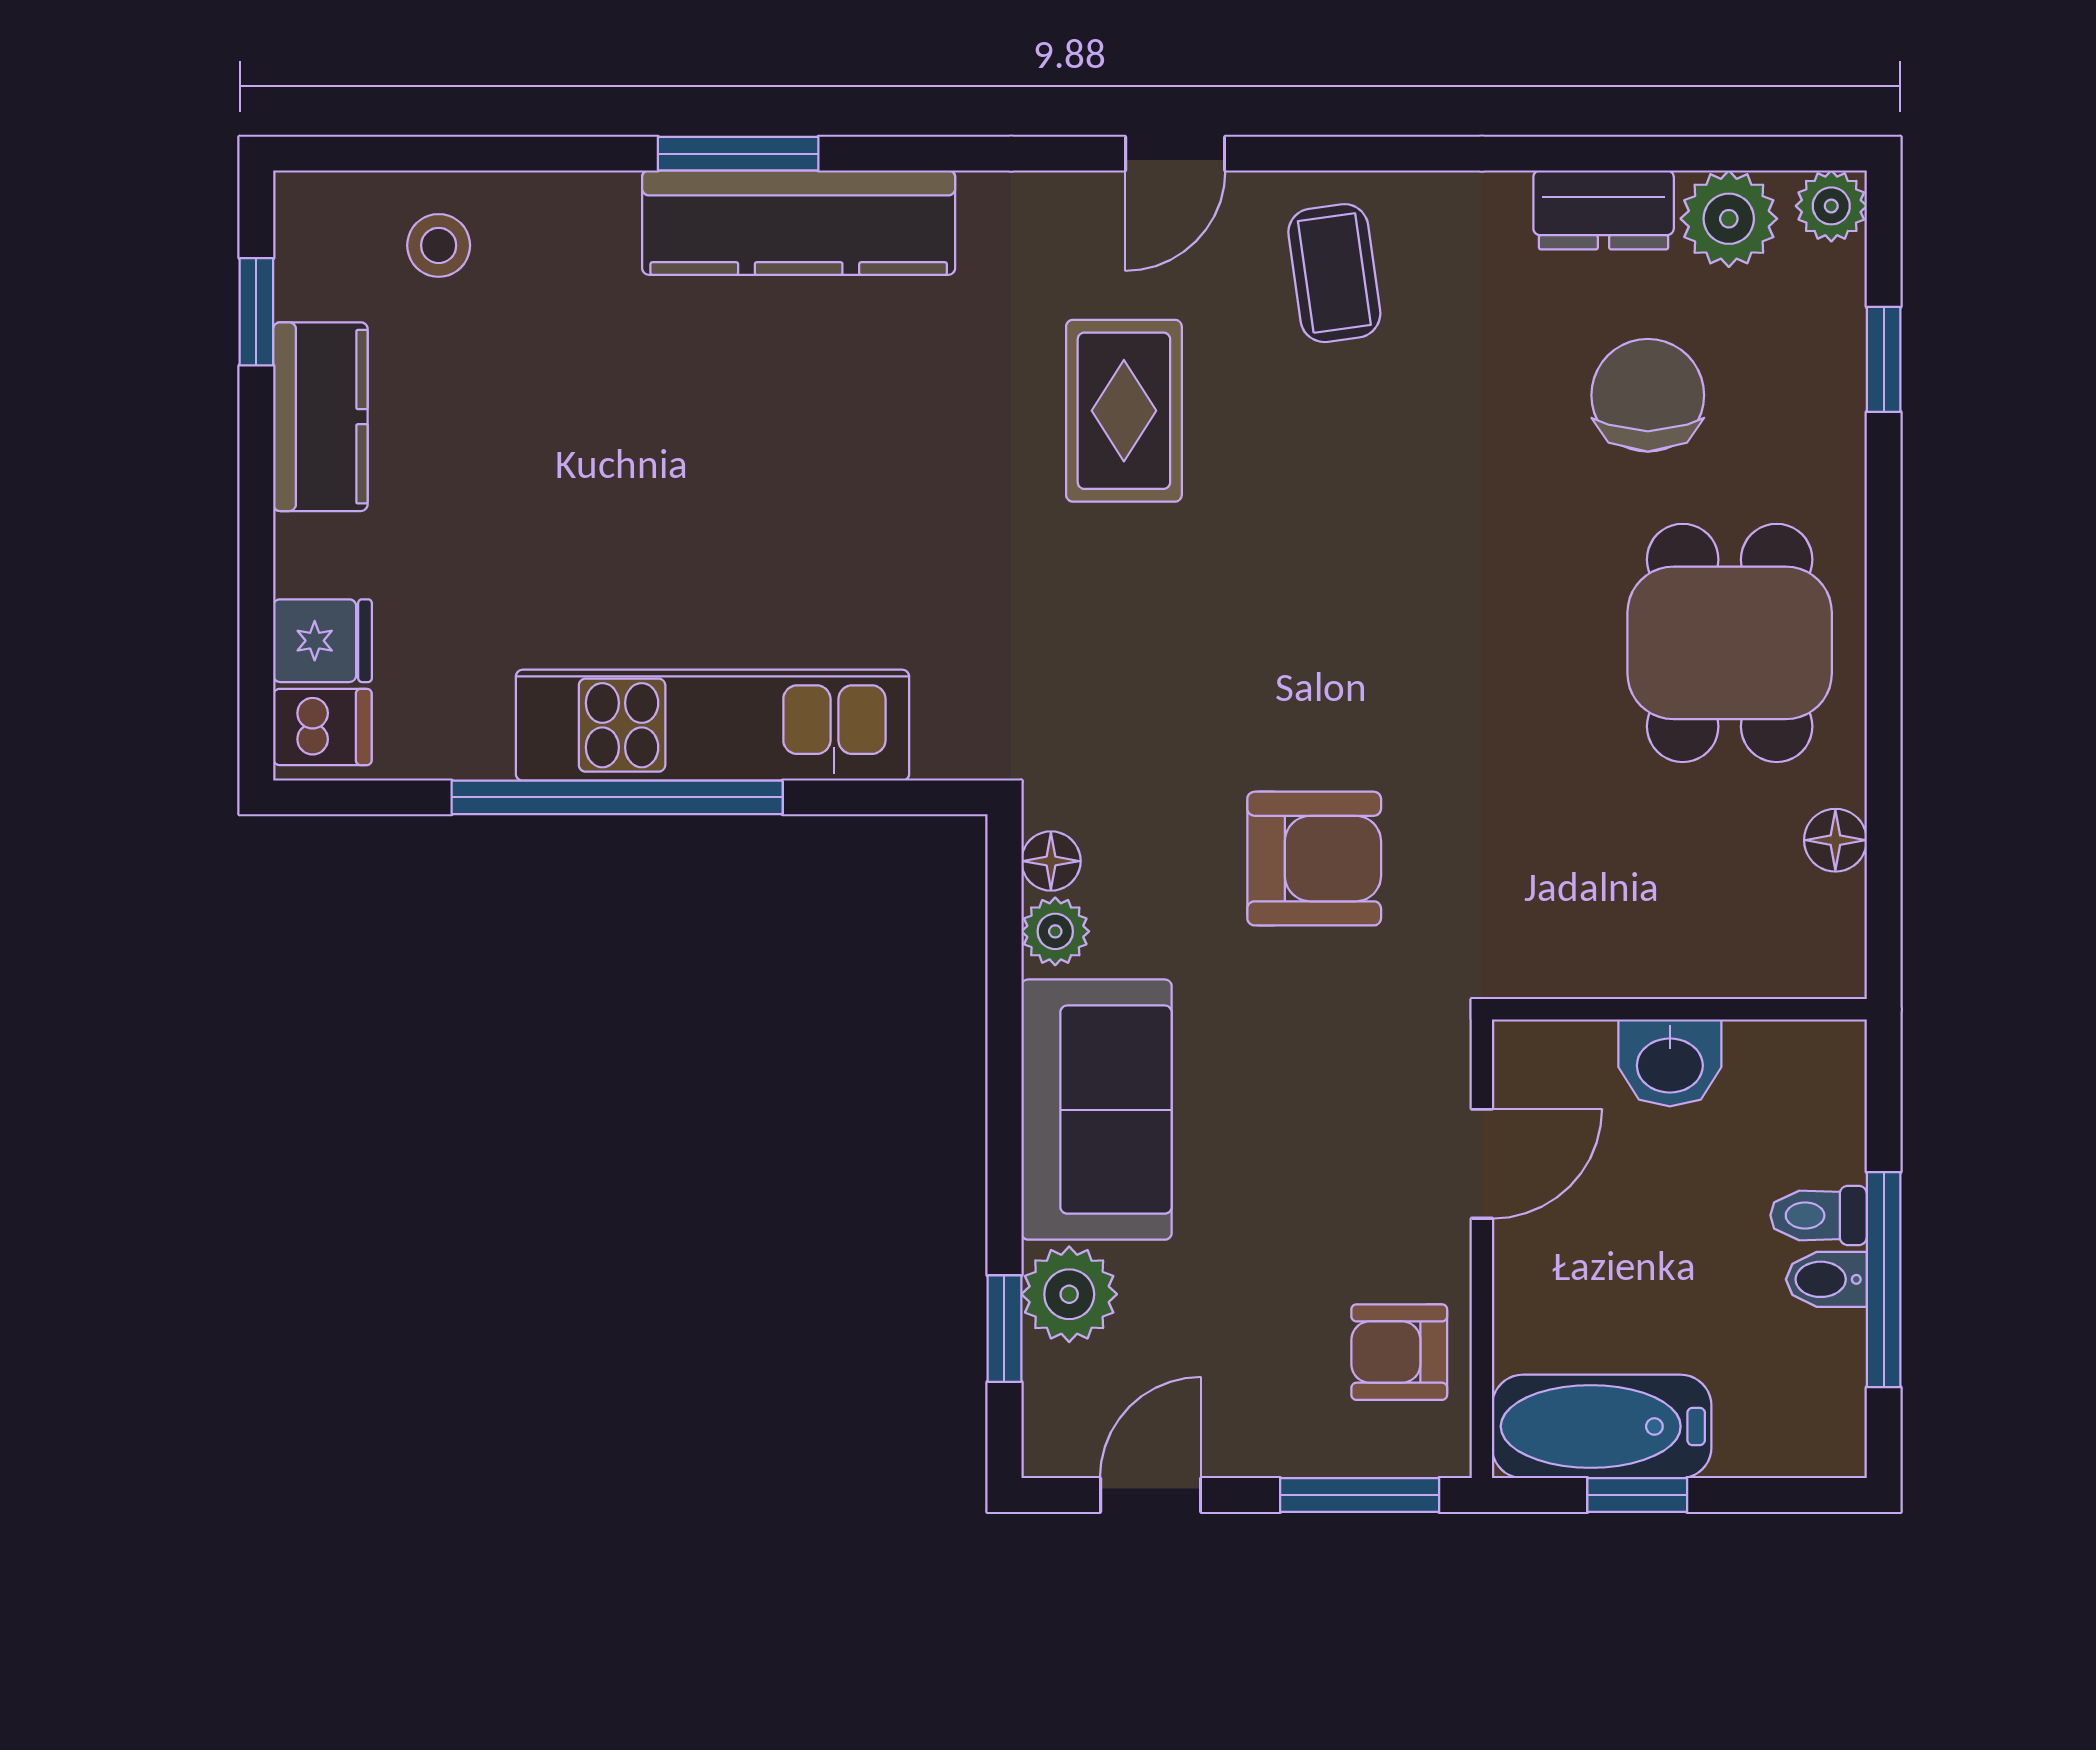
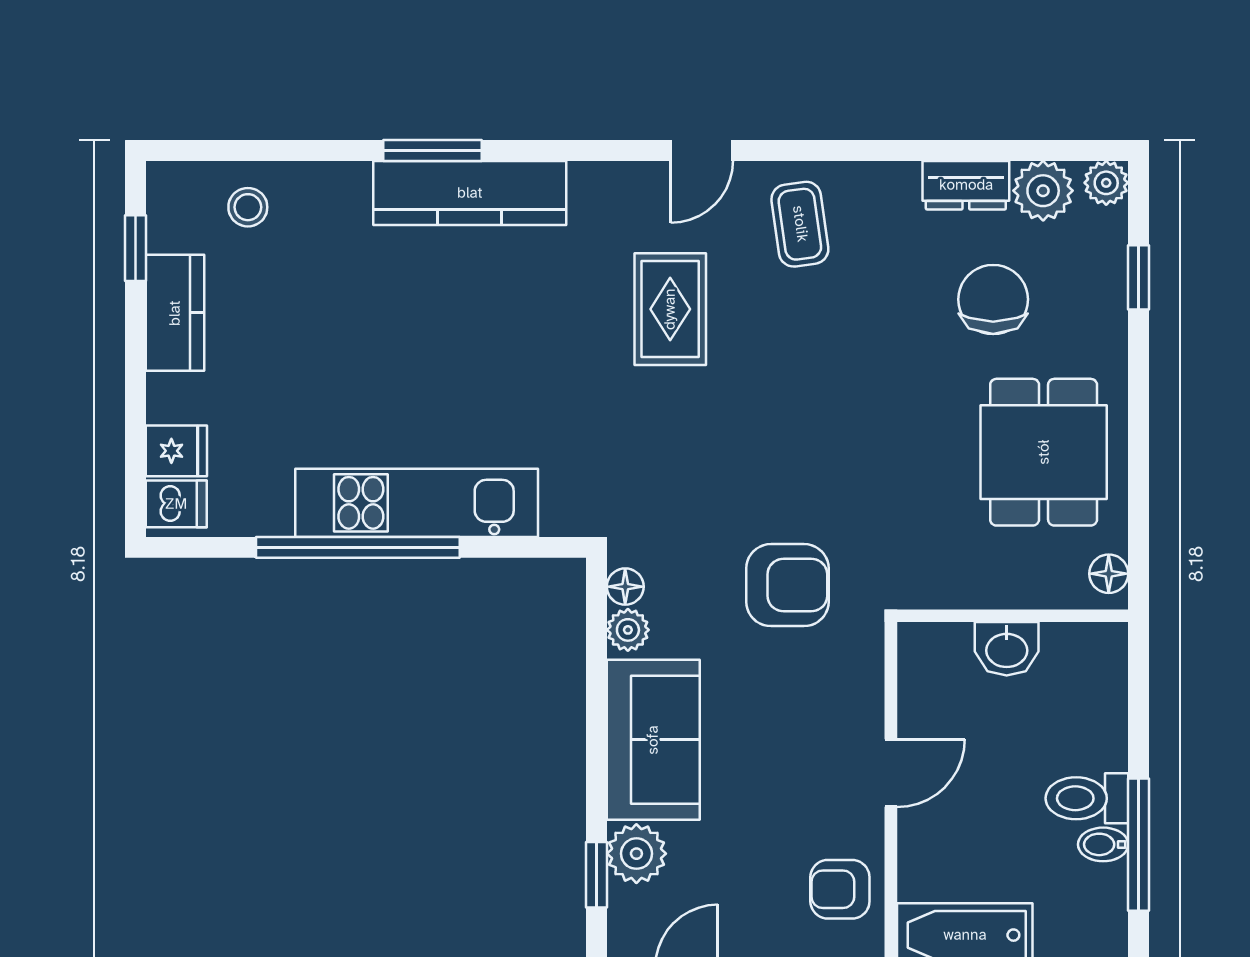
wall: (1679, 1009) -> (1013, 616), moved
washbasin: (1670, 1063) -> (1007, 649), moved
toilet: (1819, 1215) -> (1087, 798), width x1.37, depth x1.39

